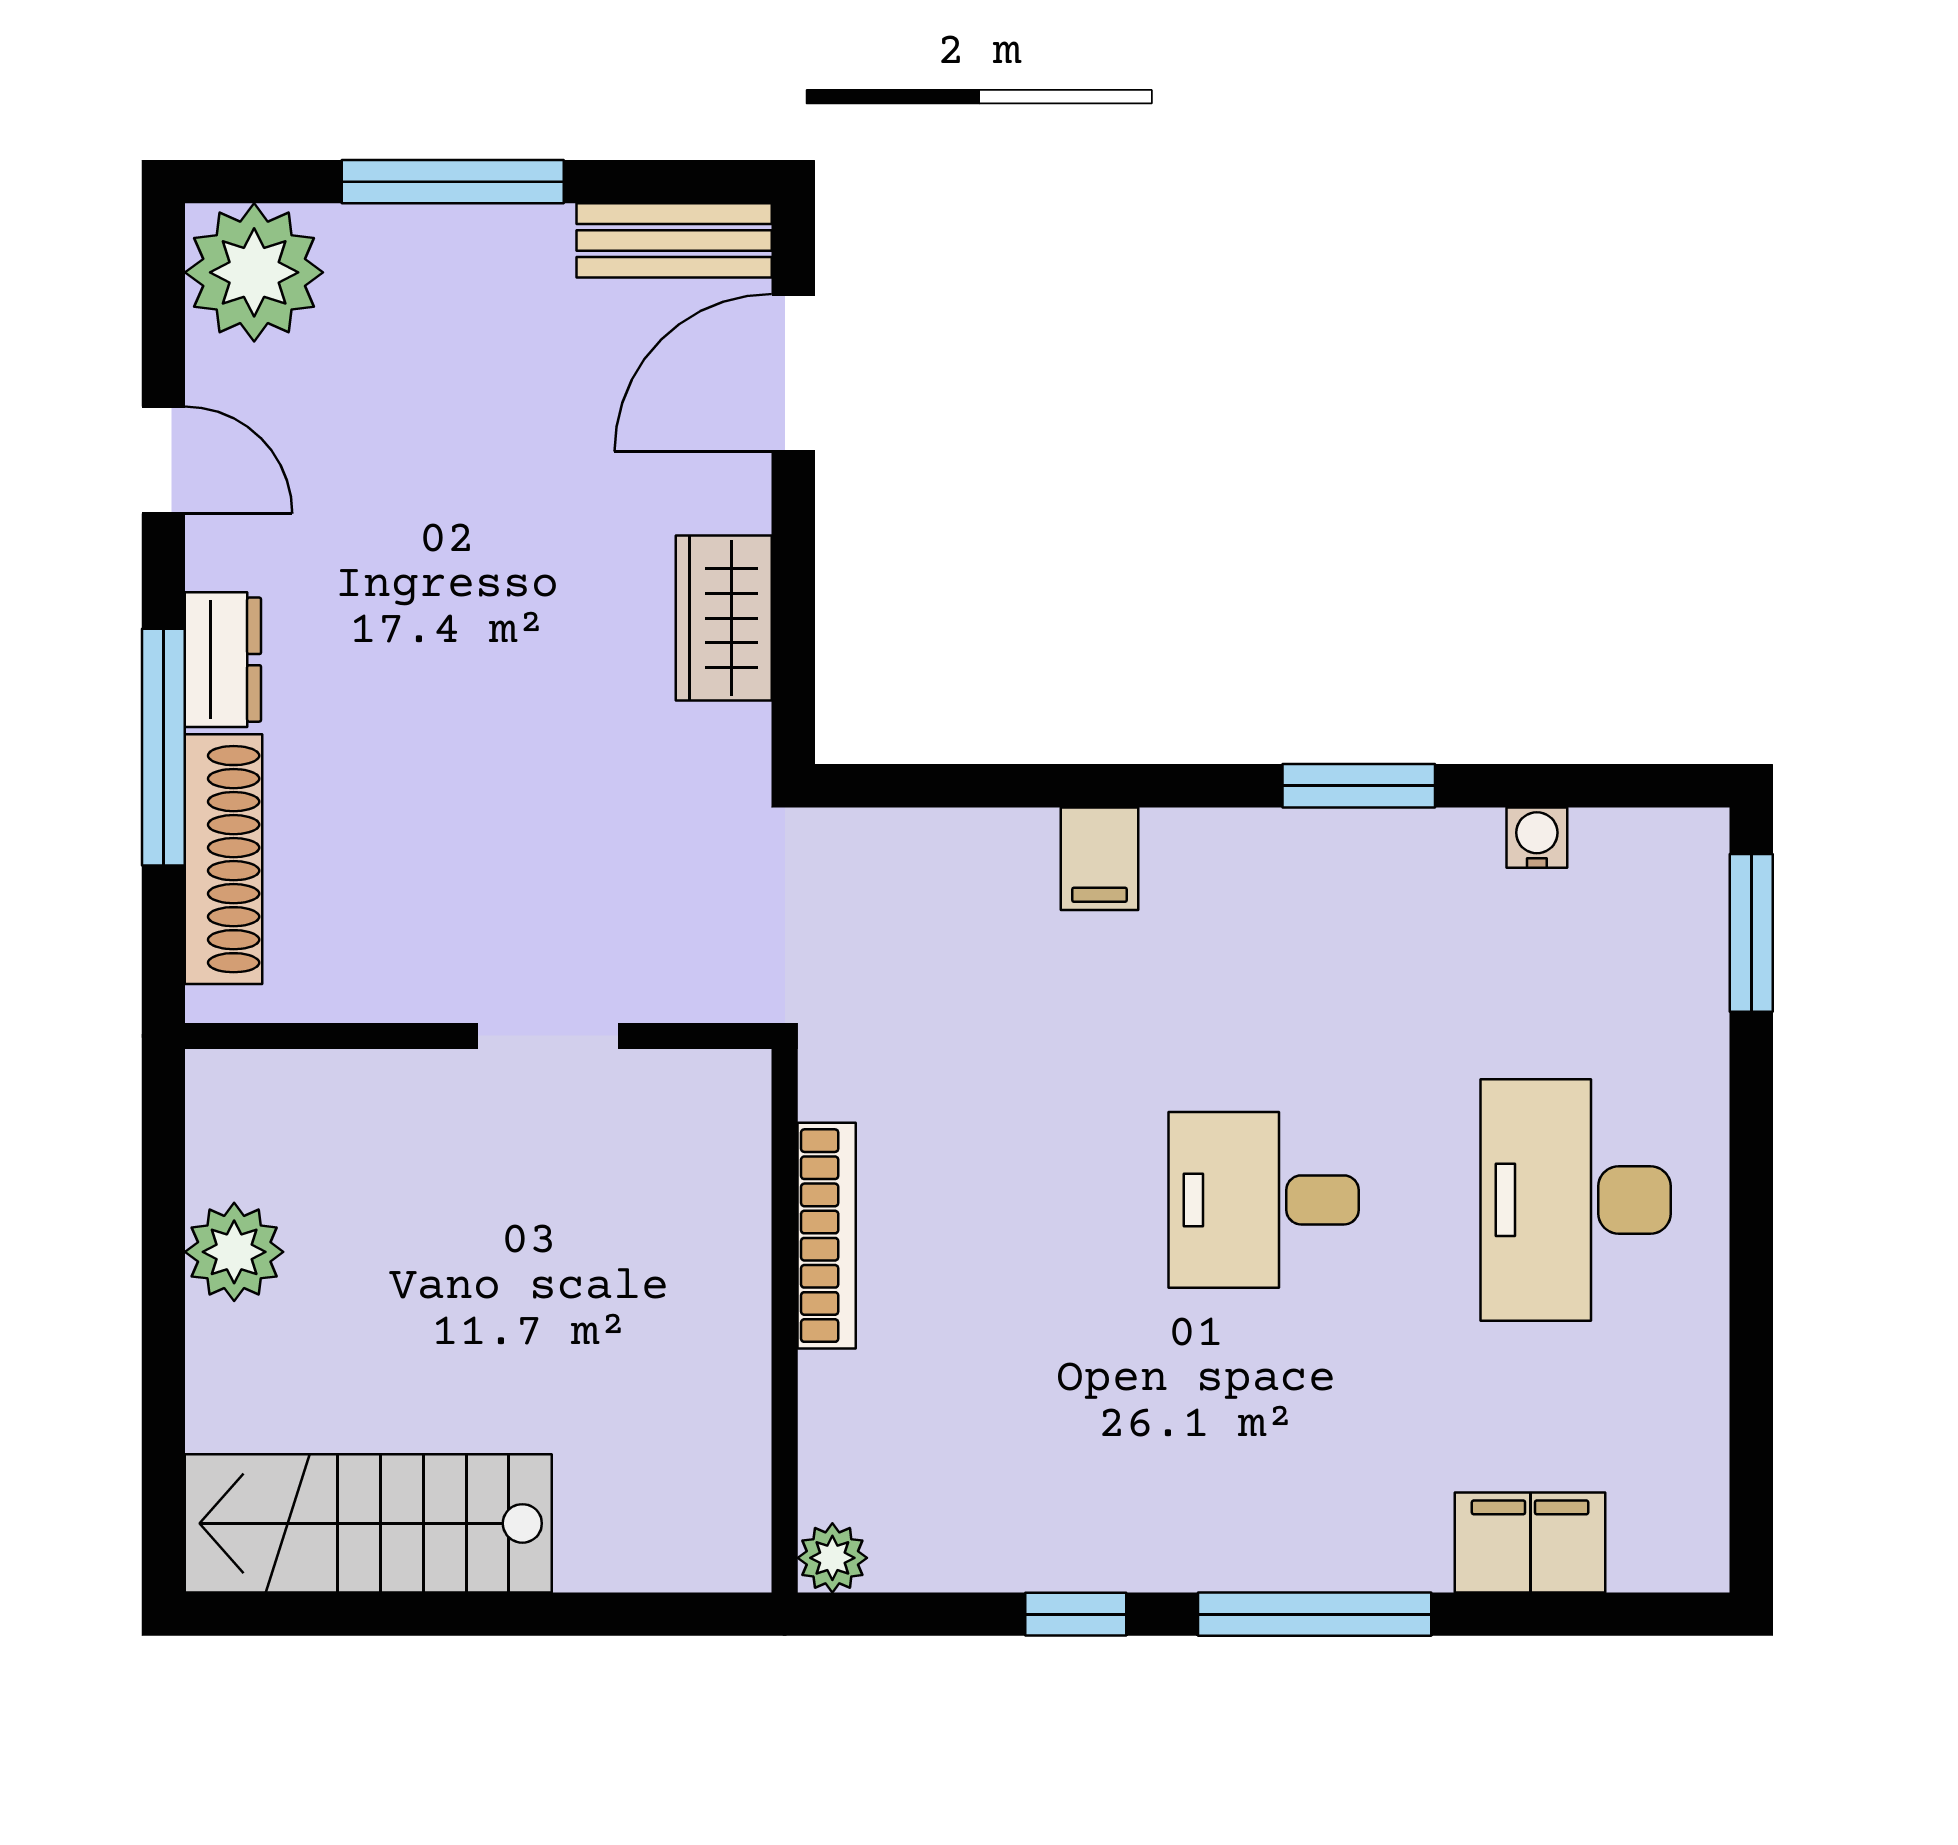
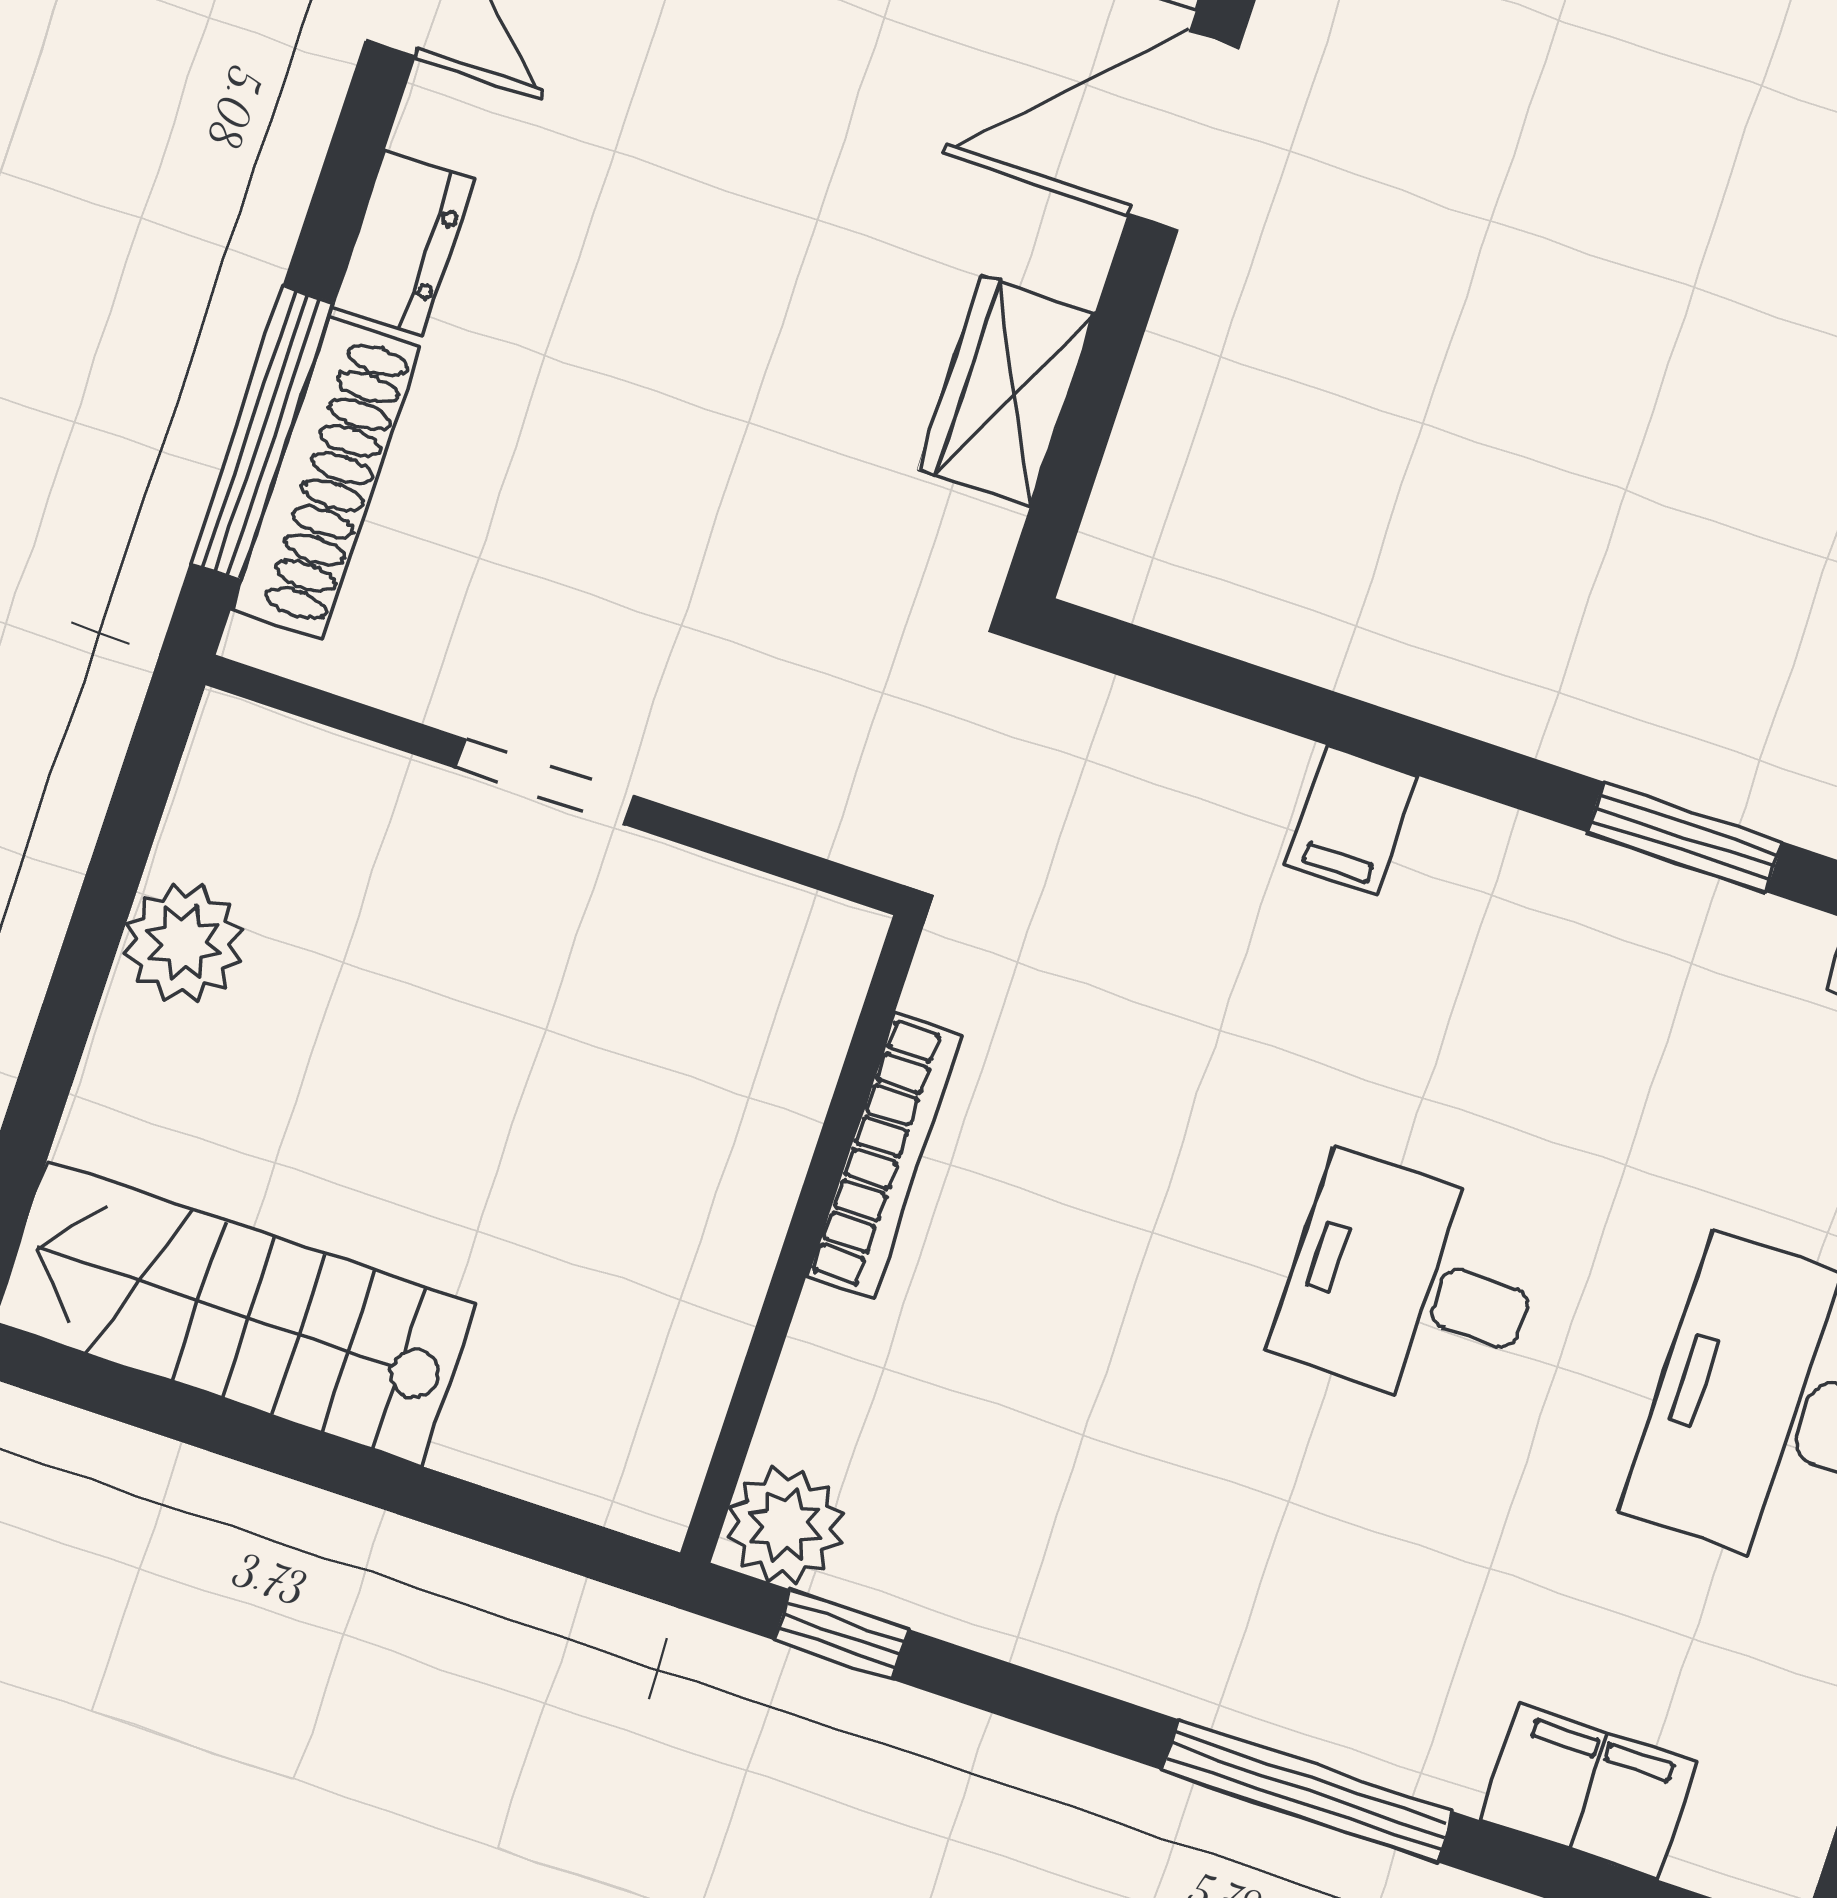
window: (163, 747) -> (262, 433), moved
doorway: (548, 1036) -> (545, 782), moved
plant: (832, 1558) -> (785, 1525), width x1.38, depth x1.38
window: (1076, 1614) -> (841, 1635), moved

